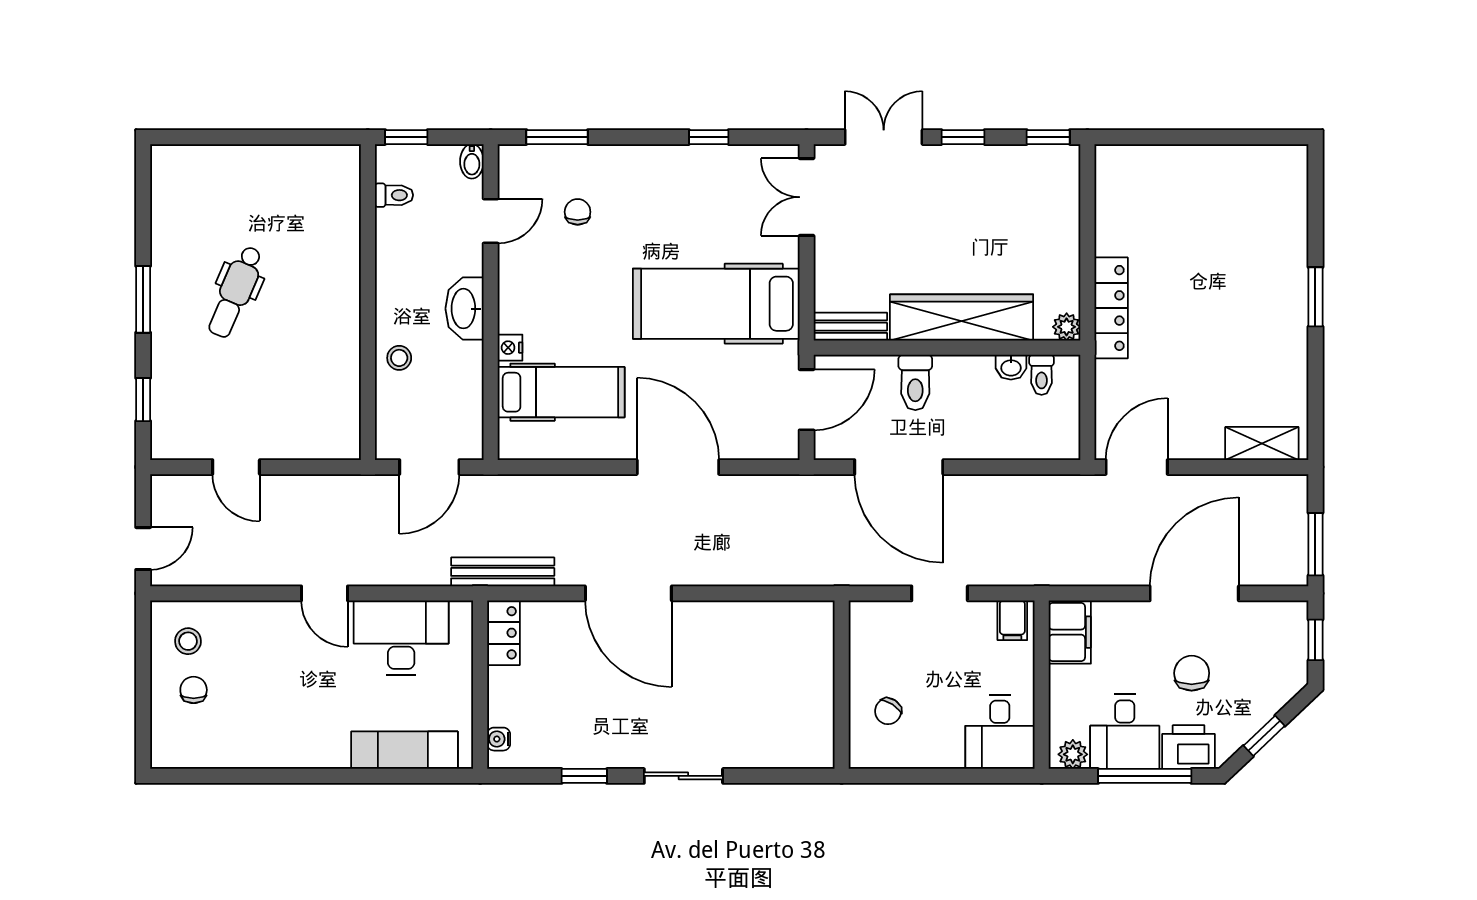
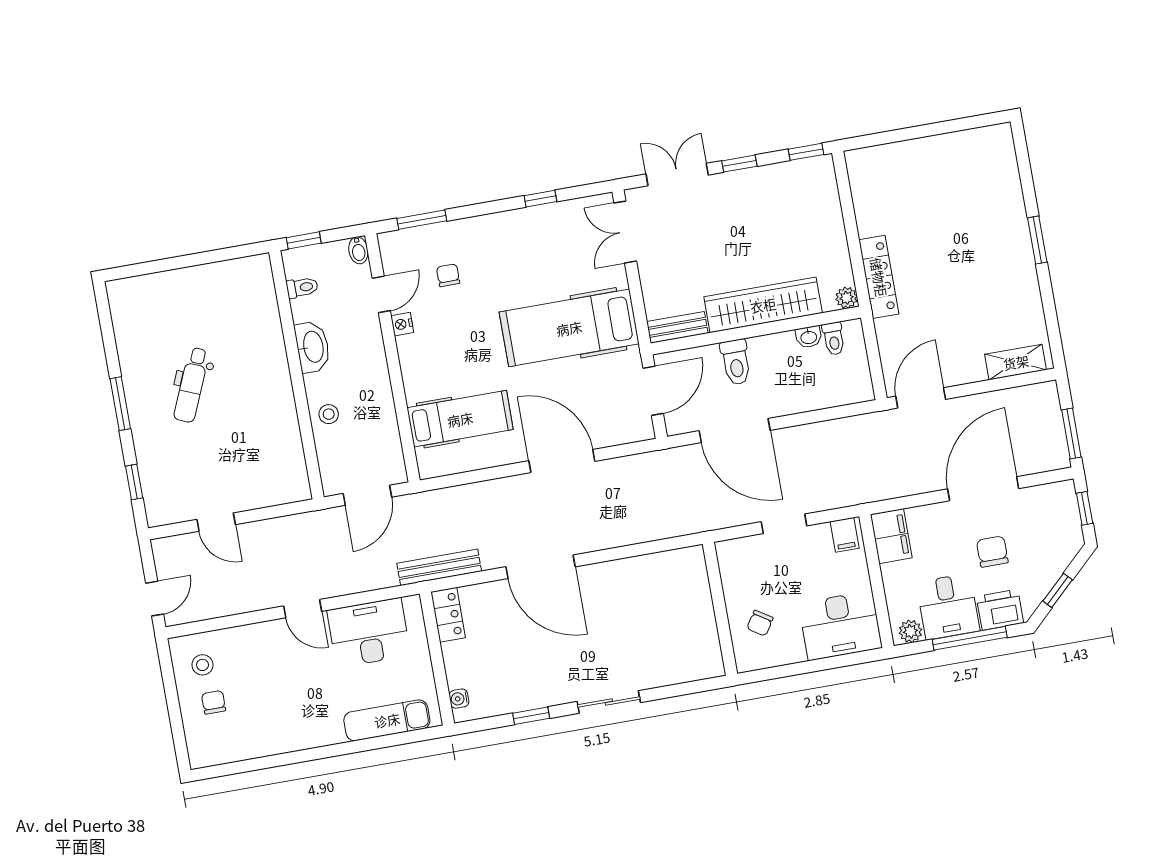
washbasin: (465, 309) -> (313, 347), moved, turned 180
nightstand: (510, 348) -> (402, 324), moved
desk: (1000, 732) -> (840, 626), width x1.37

